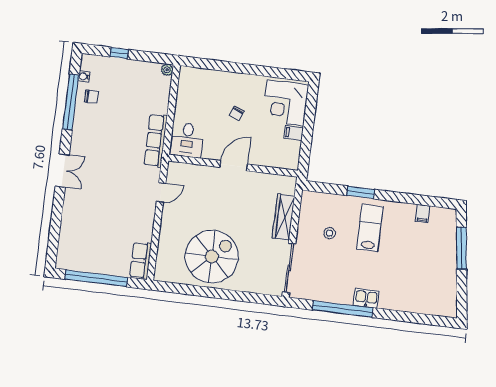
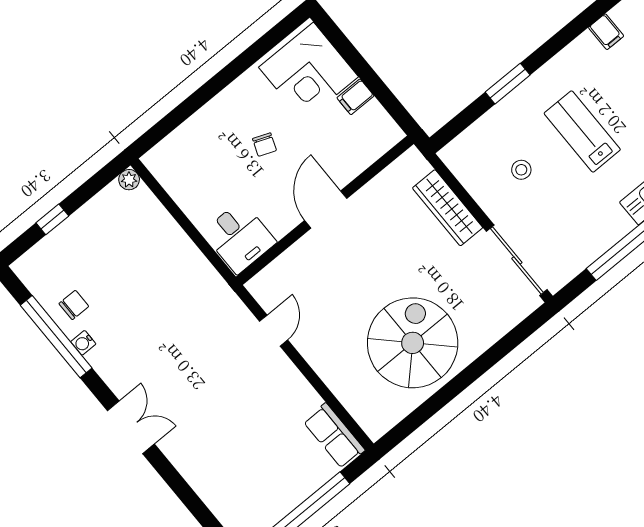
water cooler: (84, 76) -> (83, 343), moved
row of seats: (156, 140) -> (203, 276), removed
lab bench: (370, 228) -> (582, 131), moved

